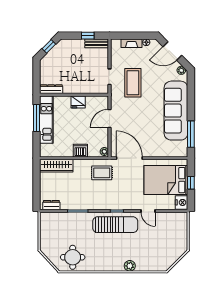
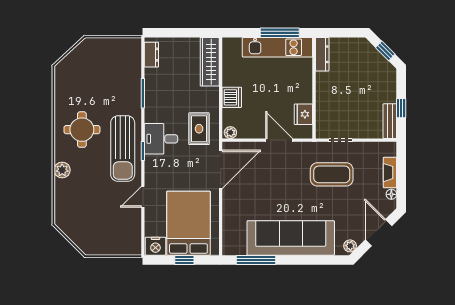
fridge: (78, 102) -> (303, 114), moved
desk: (109, 199) -> (161, 139), added
round table: (73, 257) -> (82, 130), moved

